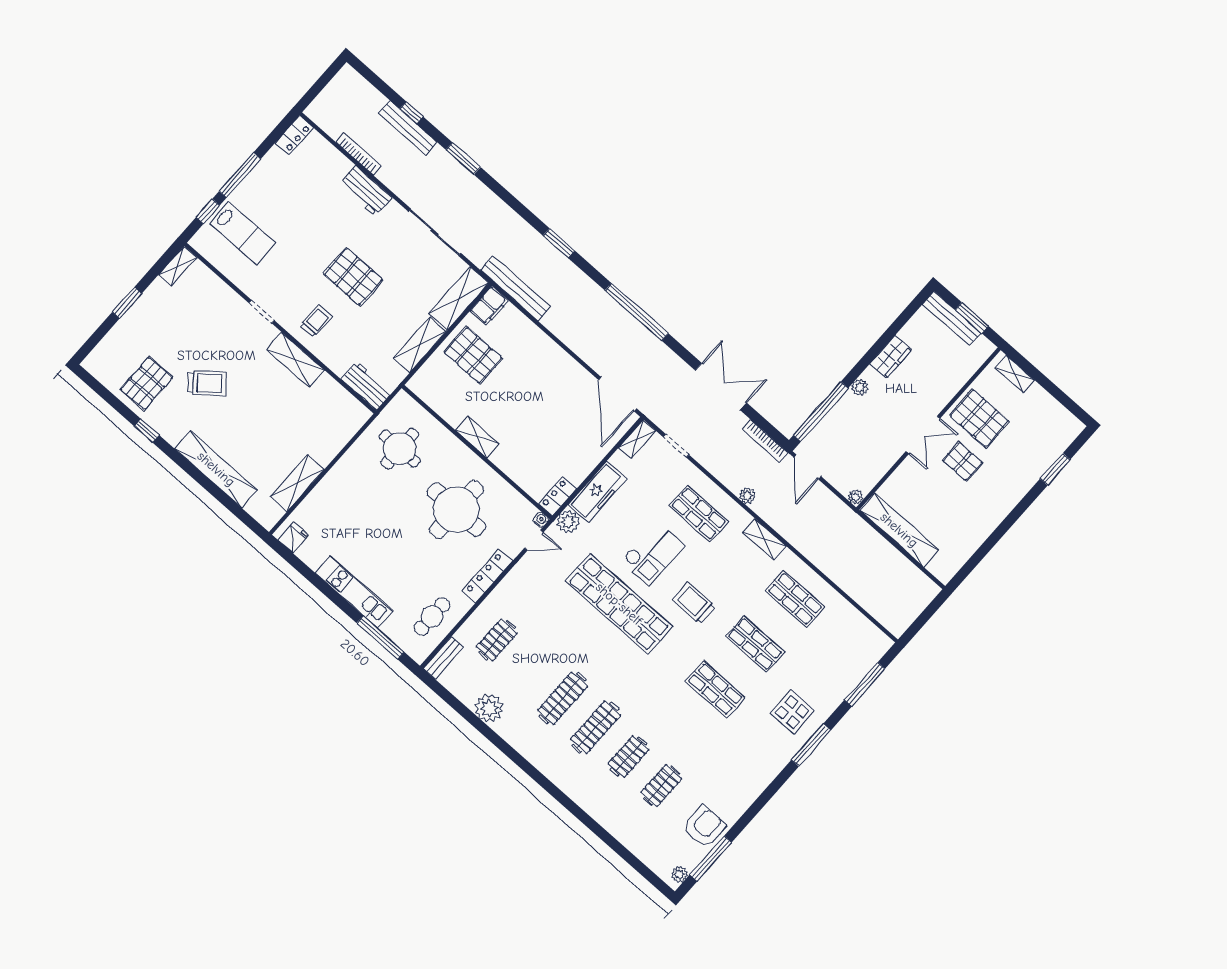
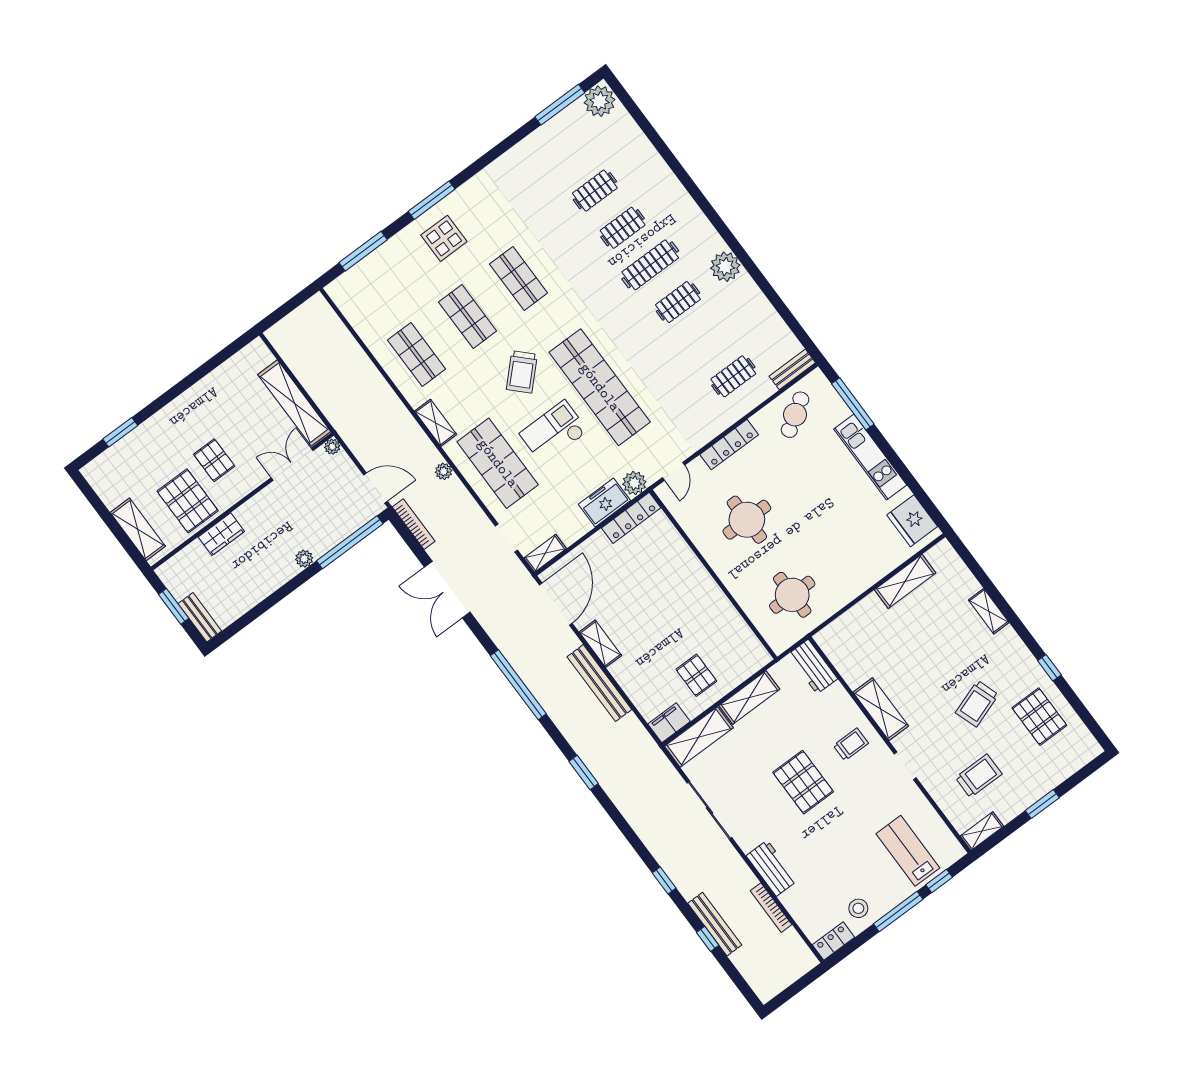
window: (463, 159) -> (664, 880), width x0.67
stool: (277, 170) -> (858, 908), added
bench: (516, 288) -> (599, 683), moved
trolley: (191, 317) -> (979, 776), added
bench: (952, 318) -> (200, 617), width x0.73
trolley: (316, 321) -> (851, 744), turned 180
pallet: (473, 355) -> (696, 675), width x0.67, depth x0.71
wardrobe: (891, 357) -> (221, 534), moved, turned 180
shelving: (1015, 374) -> (138, 529), width x1.50, depth x1.33
pallet: (147, 383) -> (1039, 717), turned 90
trolley: (207, 383) -> (977, 704), turned -70
double door: (923, 435) -> (292, 464), moved
shelving: (477, 437) -> (600, 644), moved
door: (807, 467) -> (376, 488), hinge flipped
shelving: (216, 469) -> (989, 611), width x0.45, depth x0.75
freezer: (598, 492) -> (604, 502), width x0.71
locker: (558, 496) -> (631, 518), width x1.53
round table: (456, 510) -> (747, 520), width x0.73, depth x0.73
shop shelf: (699, 514) -> (498, 463), width x1.43, depth x1.36
water cooler: (541, 520) -> (662, 491), removed
fridge: (293, 538) -> (912, 521), width x1.88, depth x1.34
door: (534, 540) -> (673, 471), swing flipped
trolley: (694, 603) -> (522, 372), turned 45
cafe table: (432, 616) -> (795, 415), turned -33
clothes rail: (563, 698) -> (678, 302), width x0.73
plant: (489, 708) -> (725, 267), moved
armchair: (704, 827) -> (560, 139), removed
plant: (680, 874) -> (599, 101), width x1.88, depth x1.88

